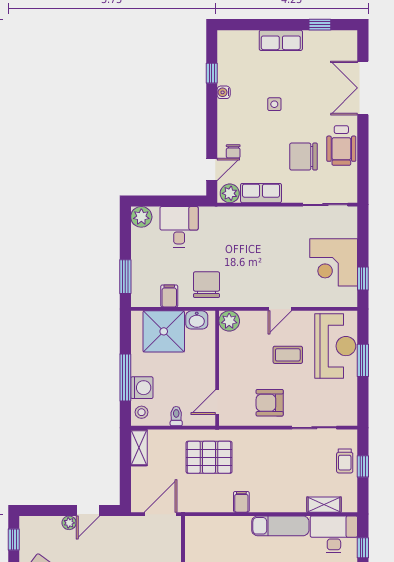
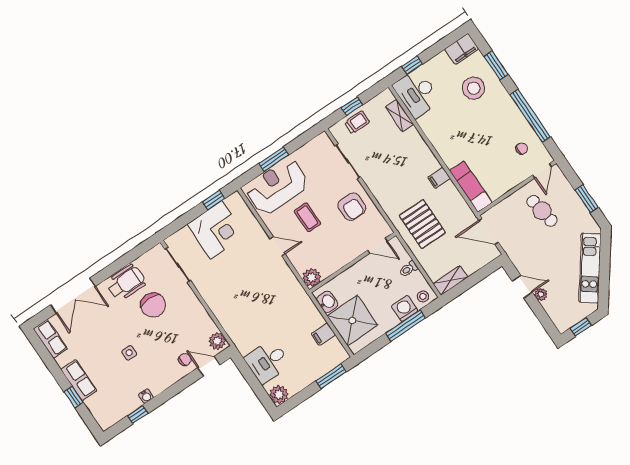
window: (320, 25) -> (74, 397), moved
row of seats: (261, 193) -> (50, 339), moved, turned 180
chair: (207, 285) -> (296, 312), removed
exam couch: (280, 526) -> (471, 187), moved

